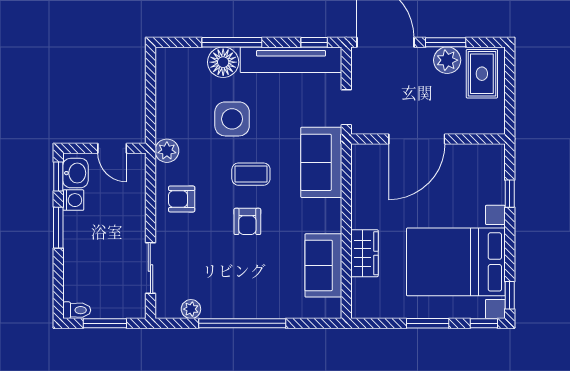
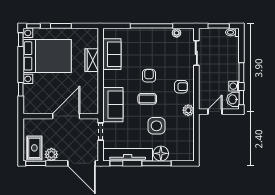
window: (446, 42) -> (36, 163), moved
door: (112, 148) -> (215, 112), hinge flipped

